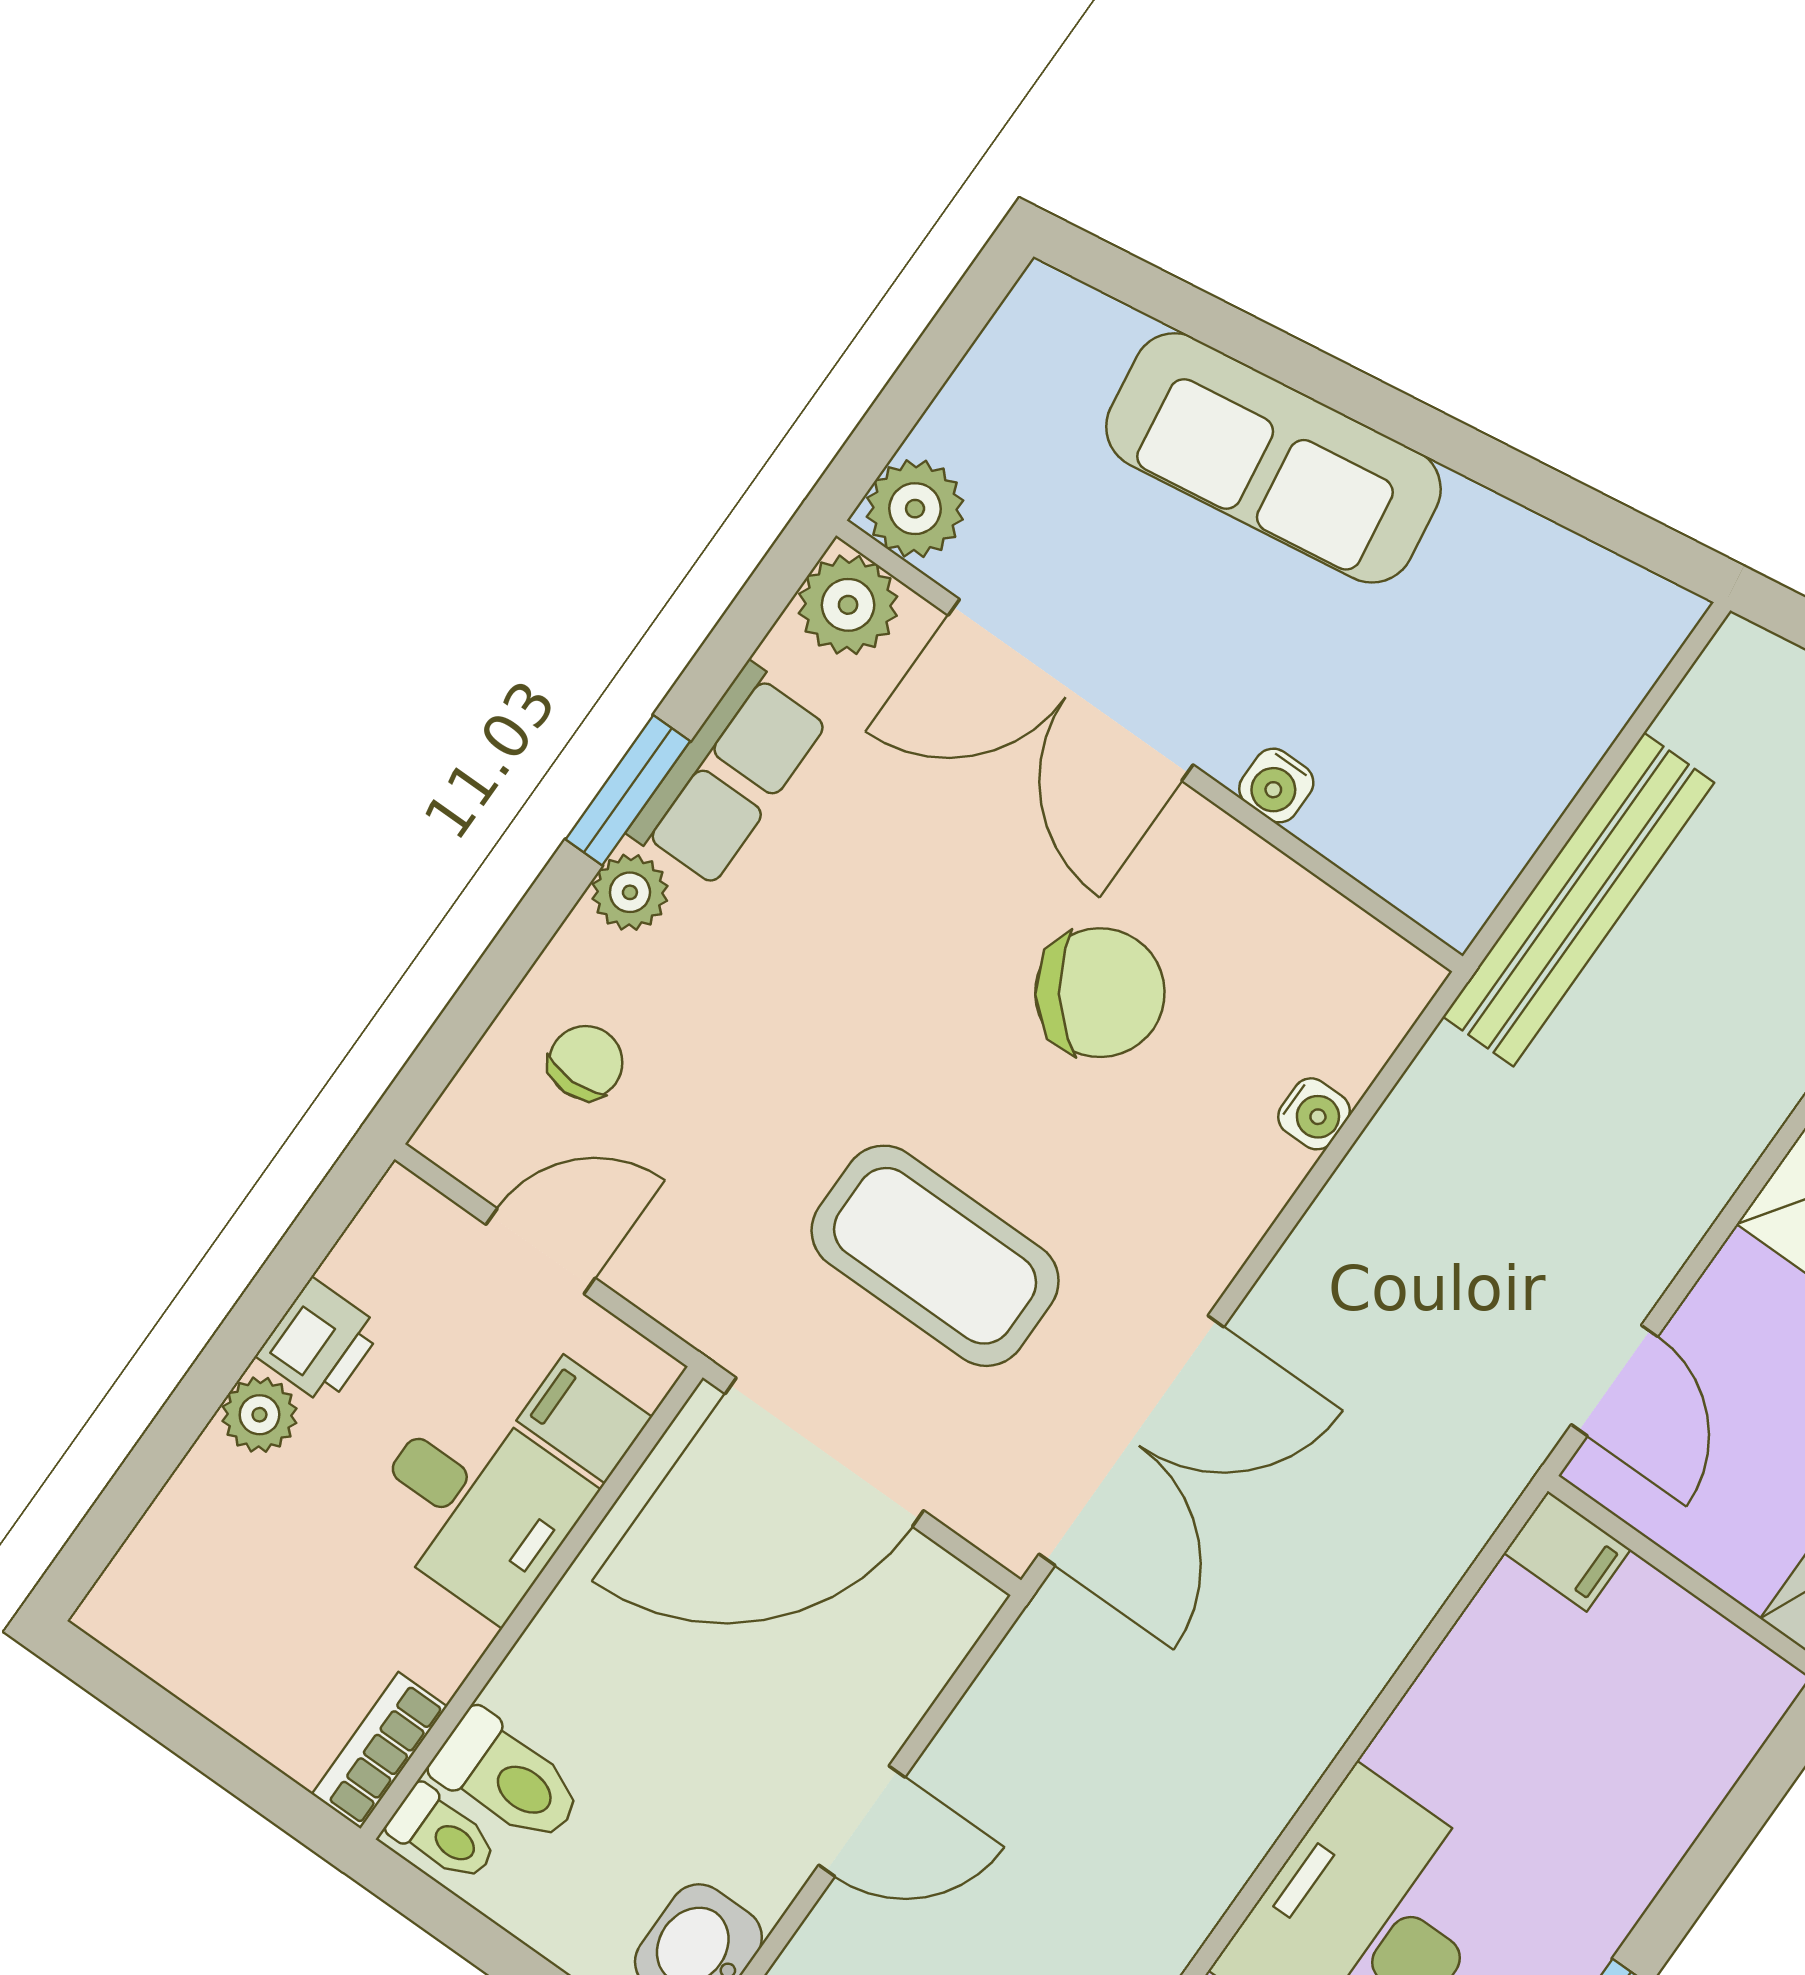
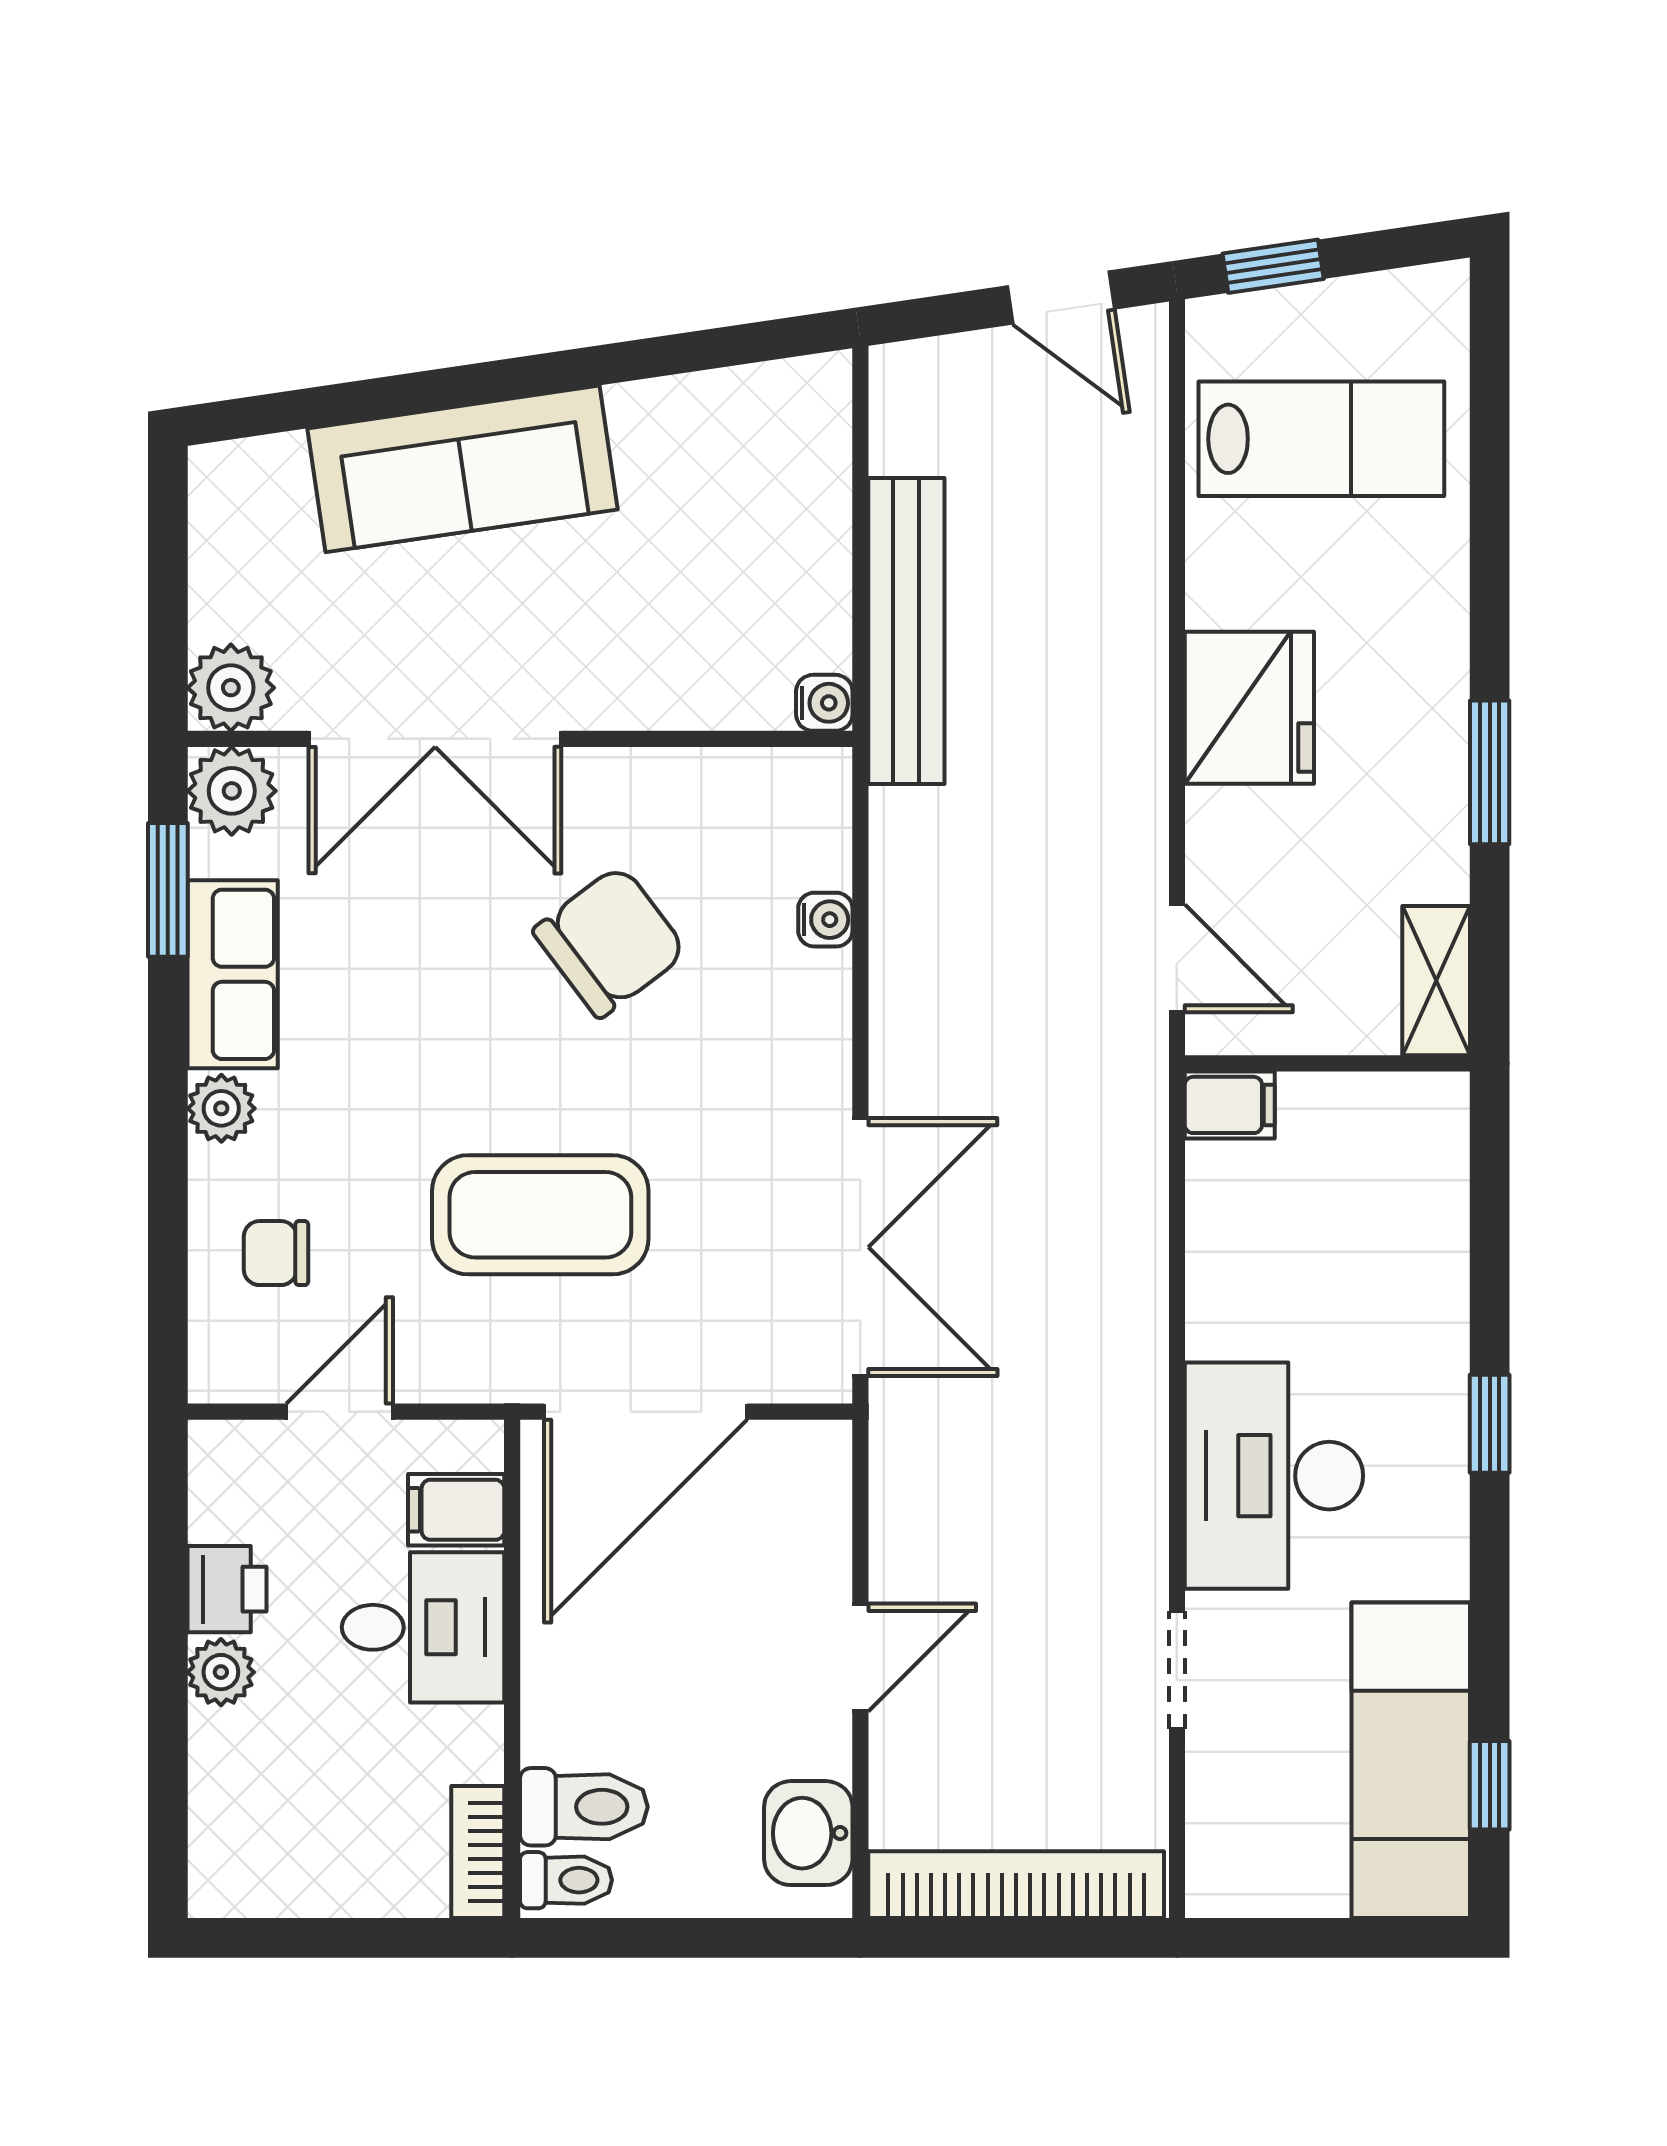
water cooler: (1276, 785) -> (824, 703), moved, turned -90
window: (628, 790) -> (168, 890), moved
chair: (586, 1062) -> (276, 1253), turned -90
coffee table: (935, 1256) -> (540, 1215), moved

